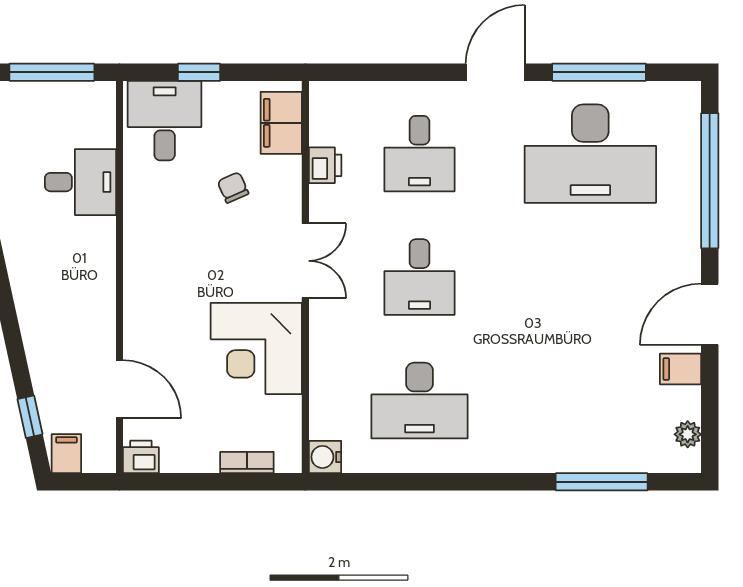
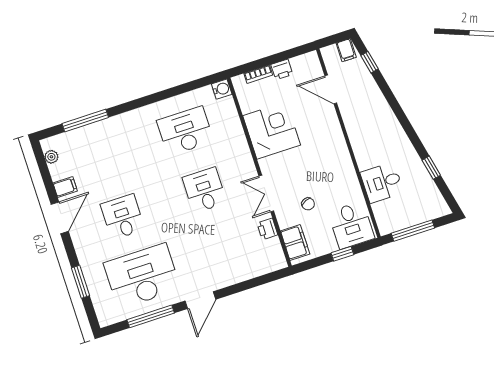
desk: (419, 154) -> (123, 217), moved
window: (710, 181) -> (81, 282), width x0.47
double door: (305, 261) -> (266, 193), moved
printer: (141, 457) -> (282, 69), moved

